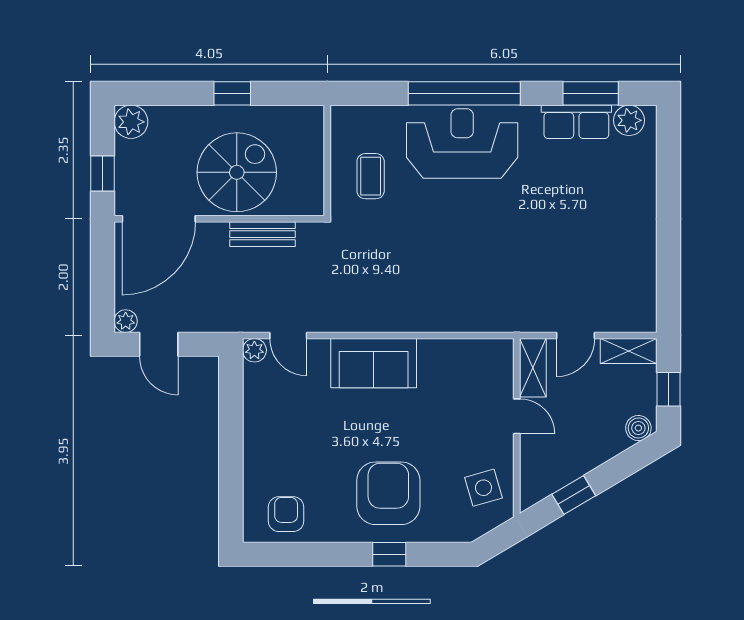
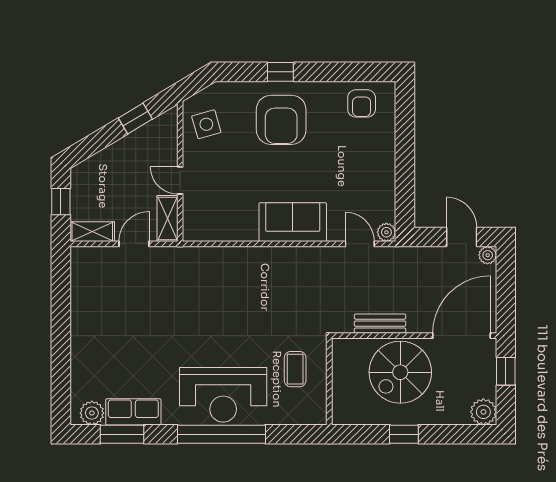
boiler: (638, 428) -> (85, 171), removed

